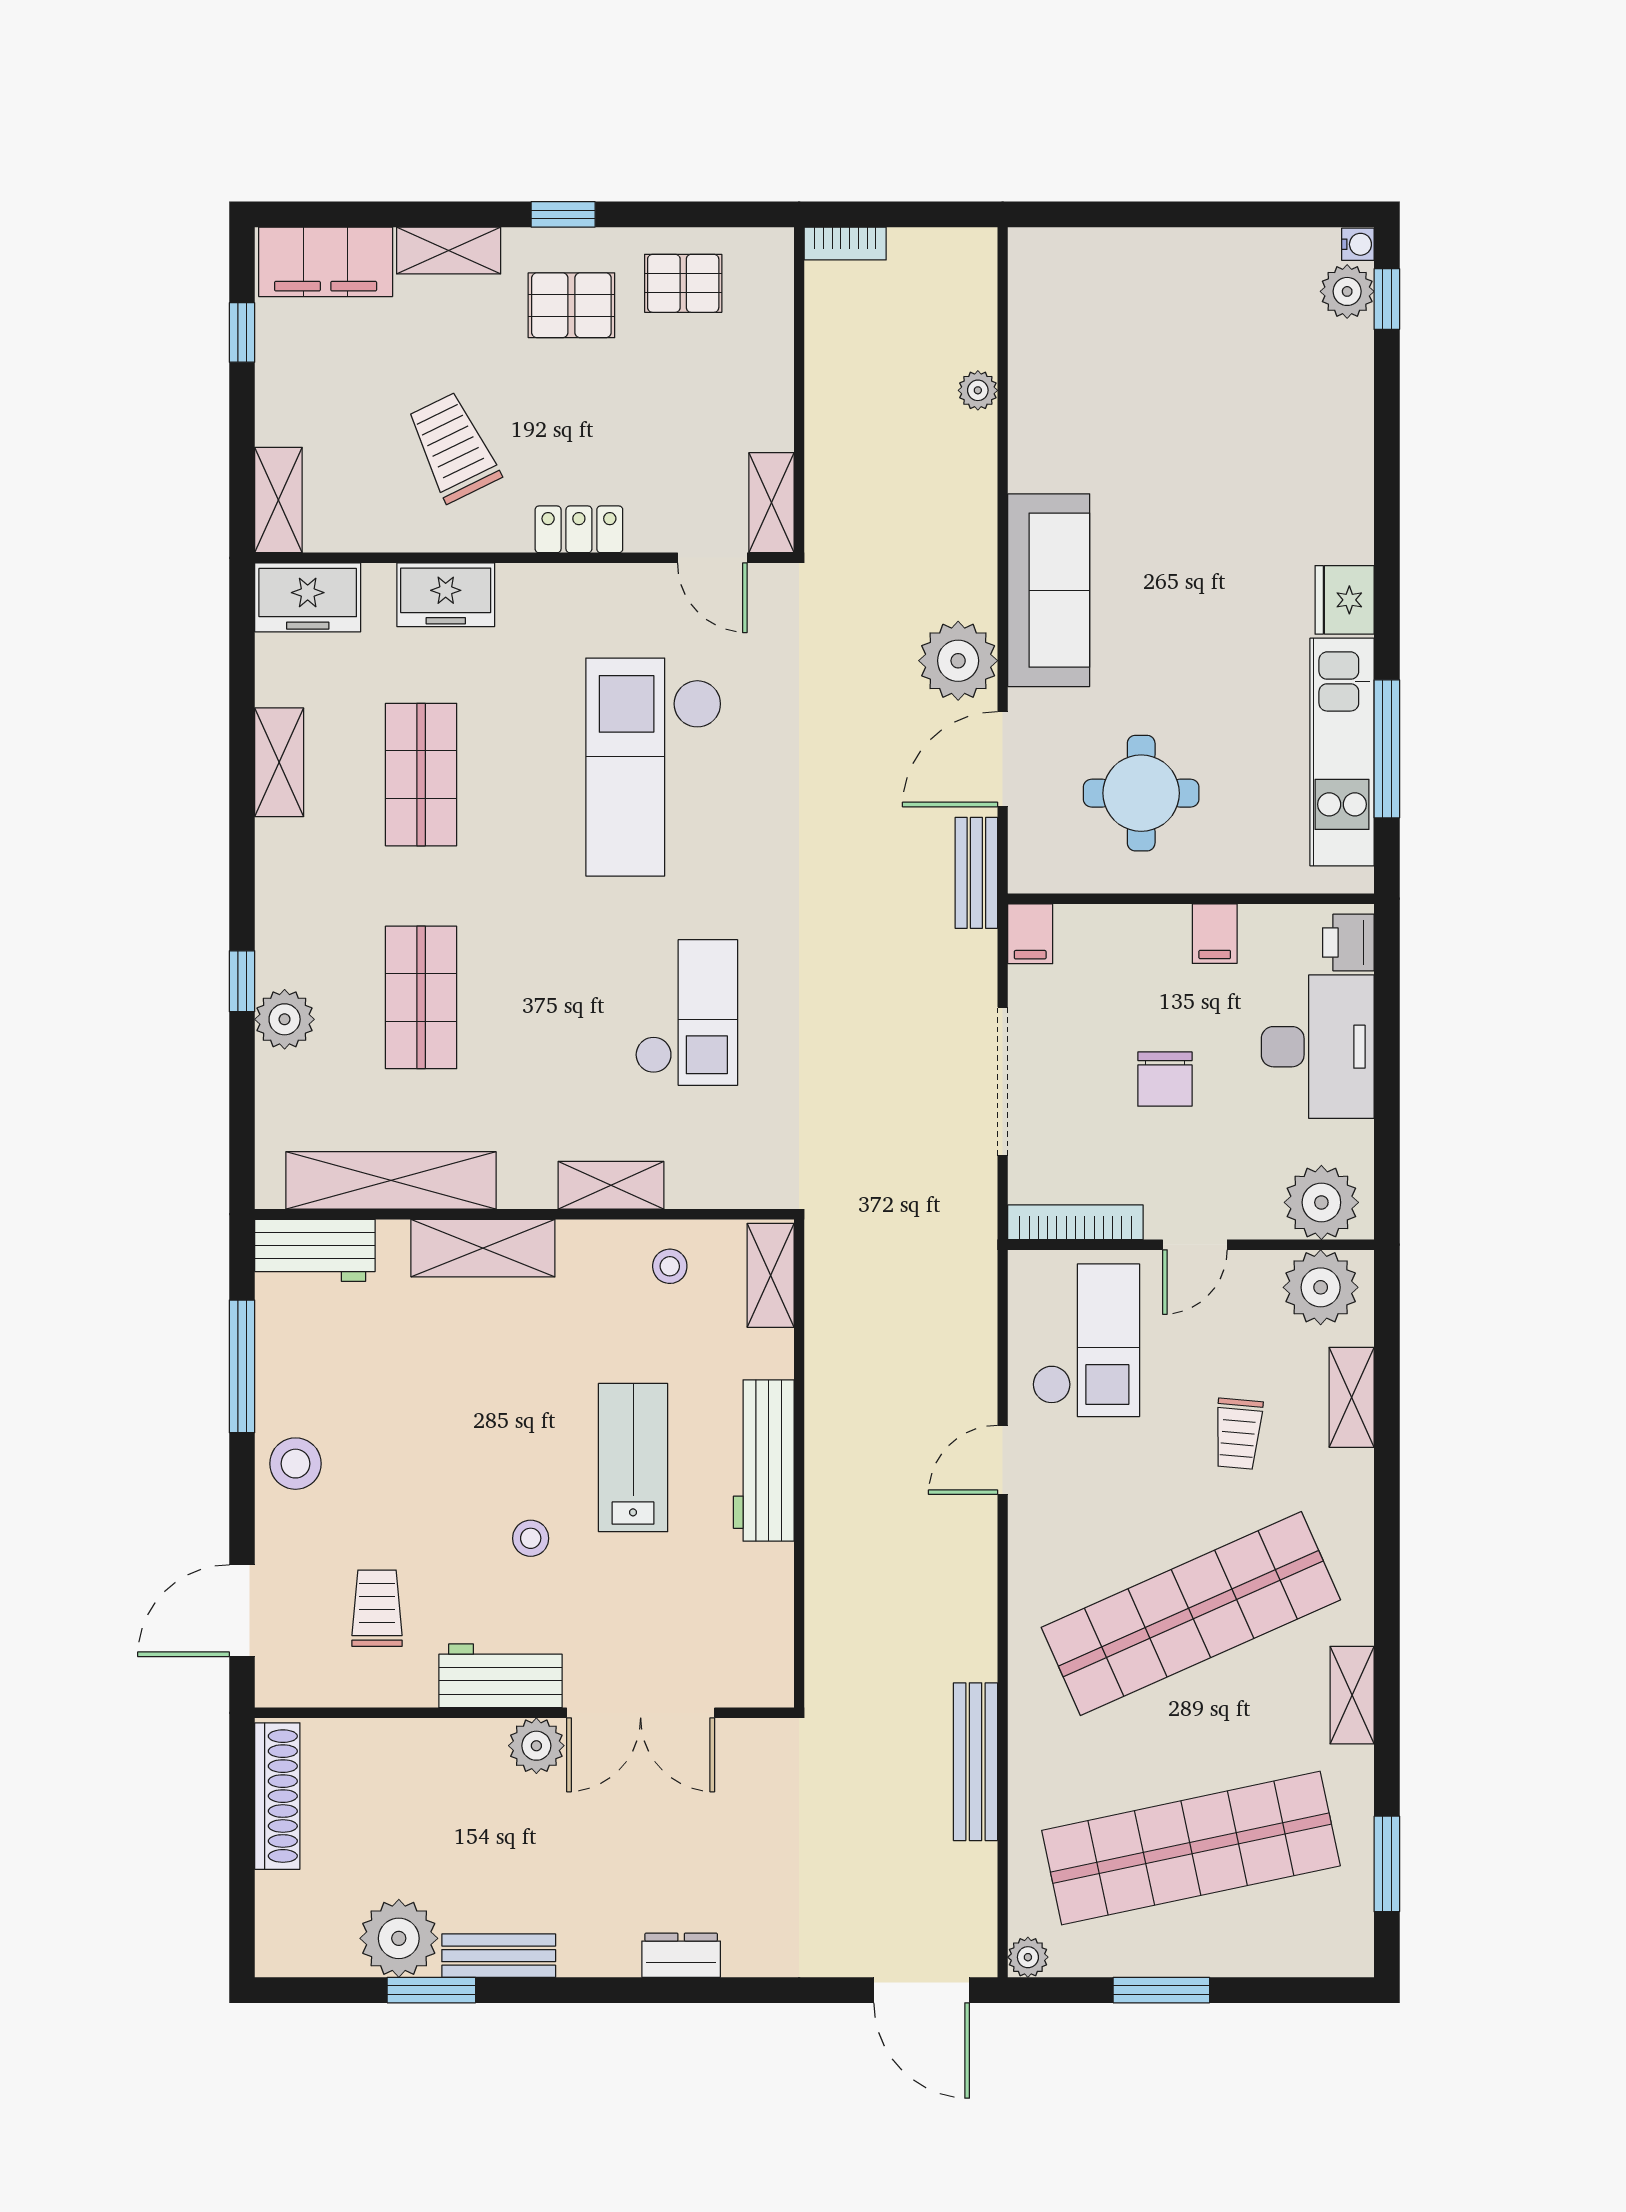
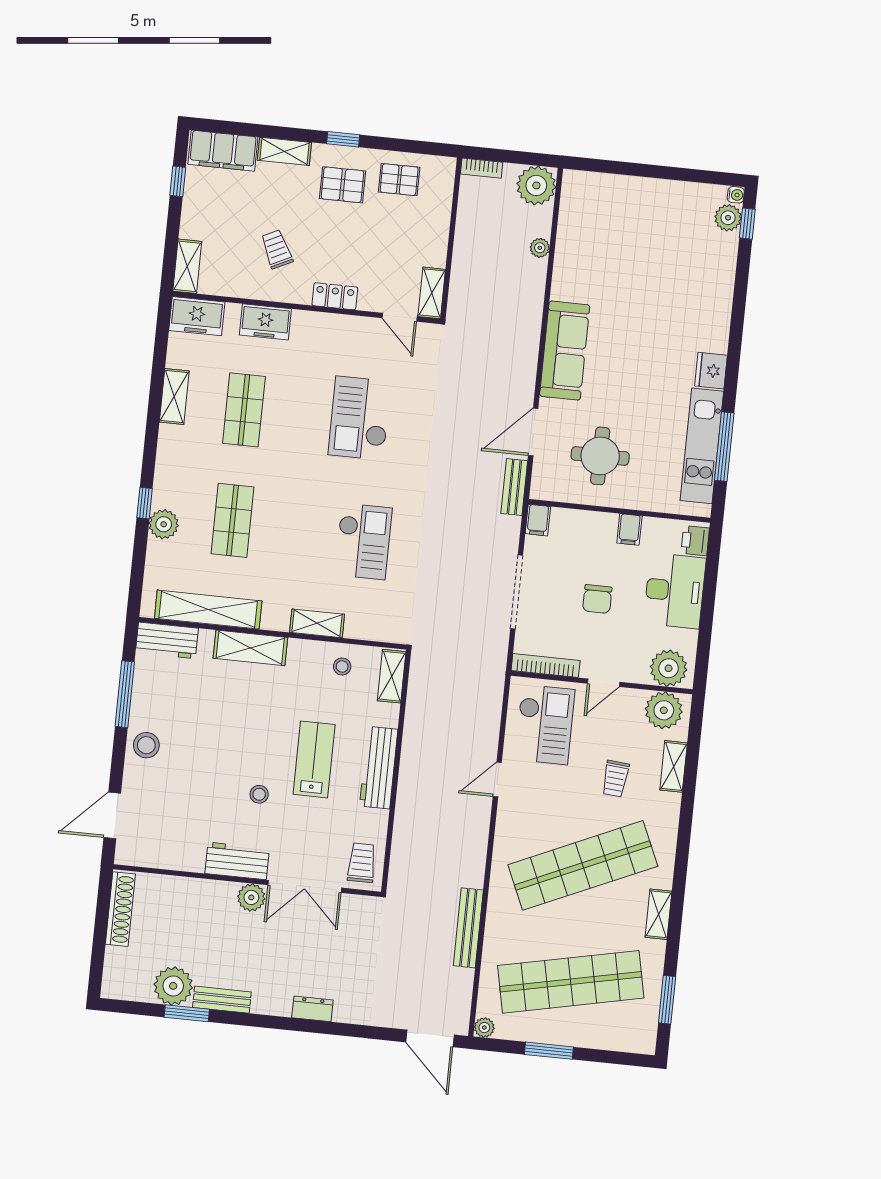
trolley: (453, 447) -> (277, 249), width x0.73, depth x0.72
plant: (958, 661) -> (536, 185), moved
checkout: (654, 767) -> (360, 418), width x0.73, depth x0.83
trolley: (377, 1608) -> (362, 863), moved

